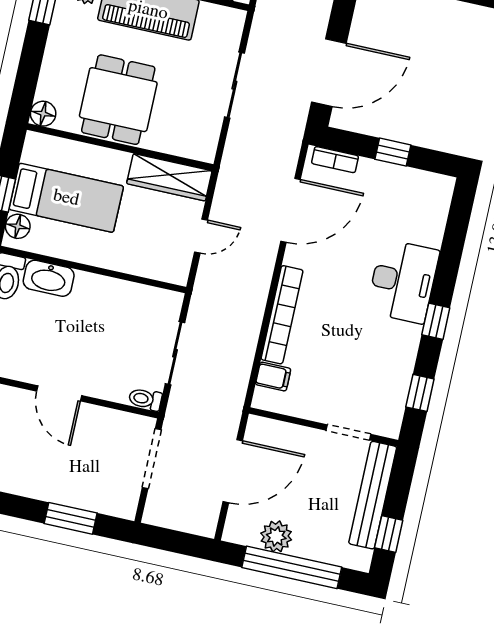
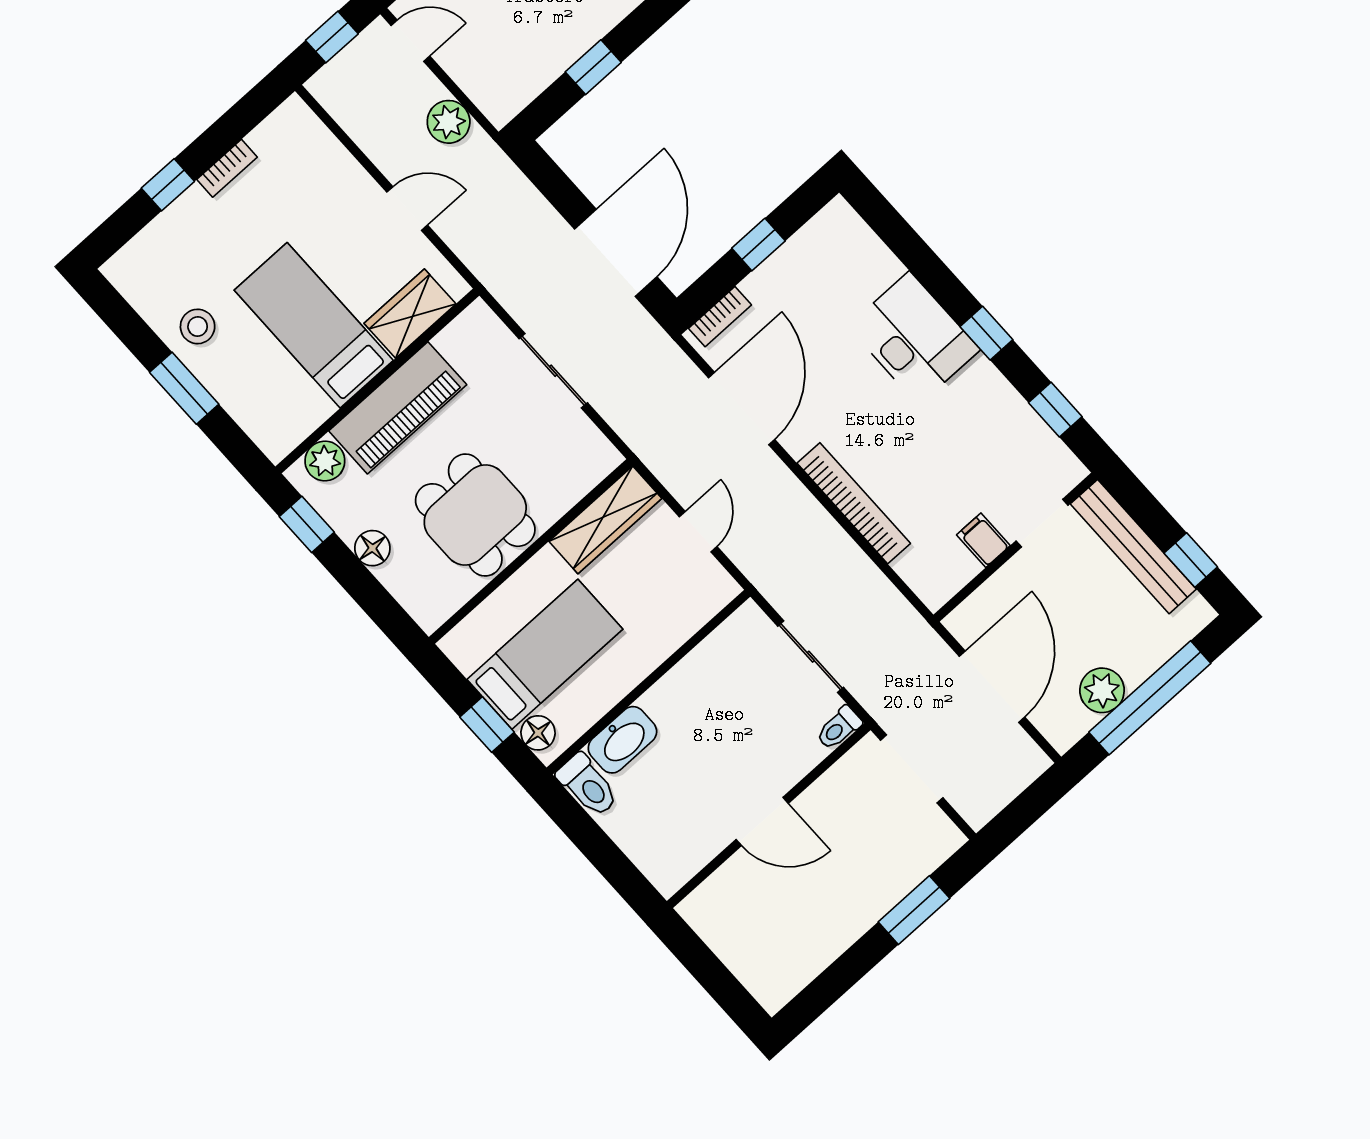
floor lamp: (43, 114) -> (372, 548), moved
filing cabinet: (273, 377) -> (983, 540), moved, turned -90

